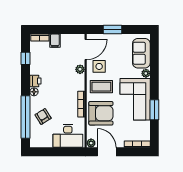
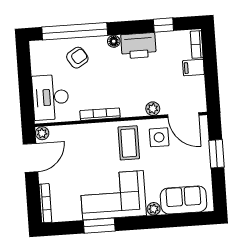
printer: (35, 81) -> (138, 46), width x1.87, depth x1.48
armchair: (101, 113) -> (88, 145), removed

